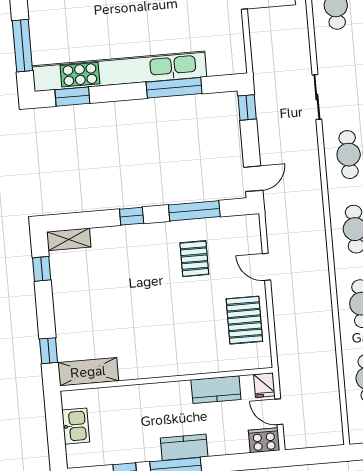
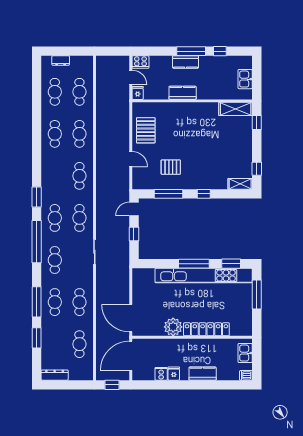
window: (174, 88) -> (194, 264), moved
window: (247, 107) -> (134, 234), moved
pallet: (194, 259) -> (171, 167), turned 90
kitchen counter: (216, 390) -> (183, 93), moved

